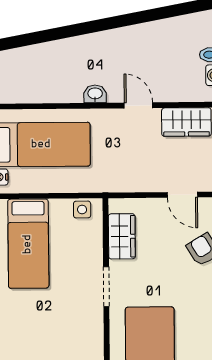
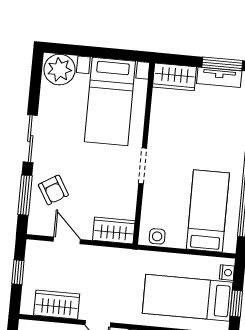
wardrobe: (122, 236) -> (114, 230), moved, turned 90

